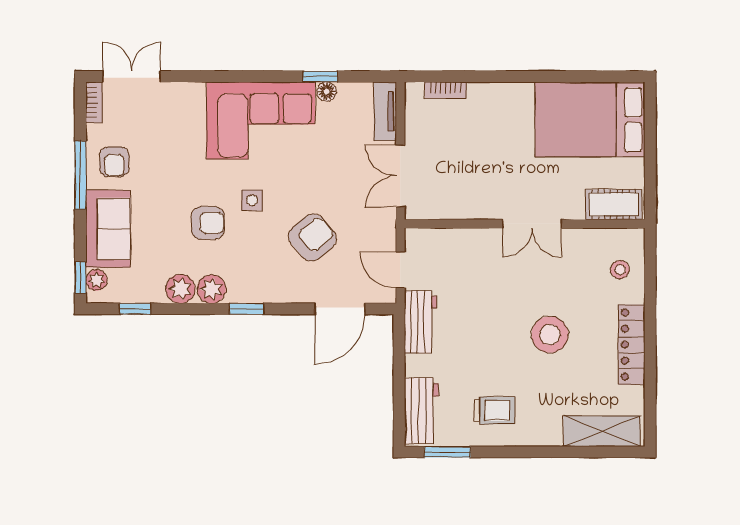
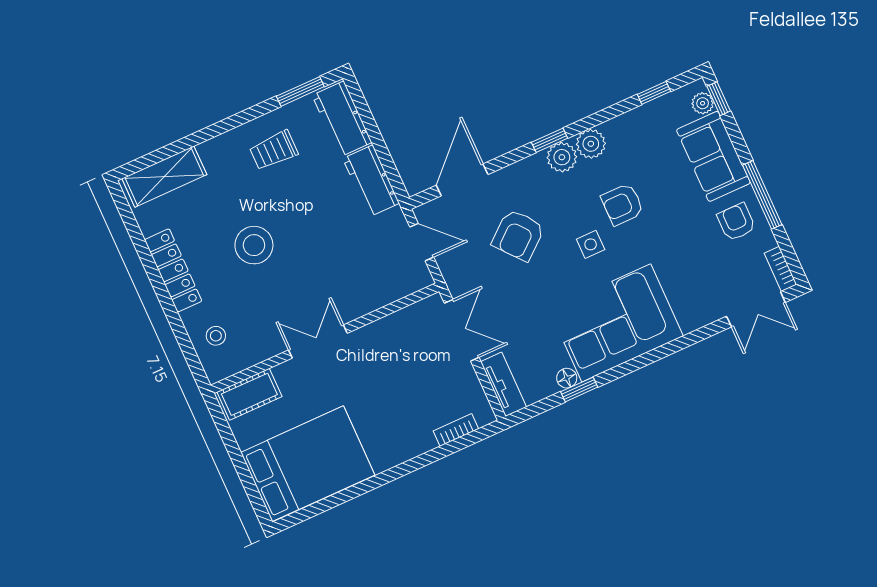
plant: (180, 289) -> (562, 157), moved
workbench: (421, 322) -> (371, 181), moved

